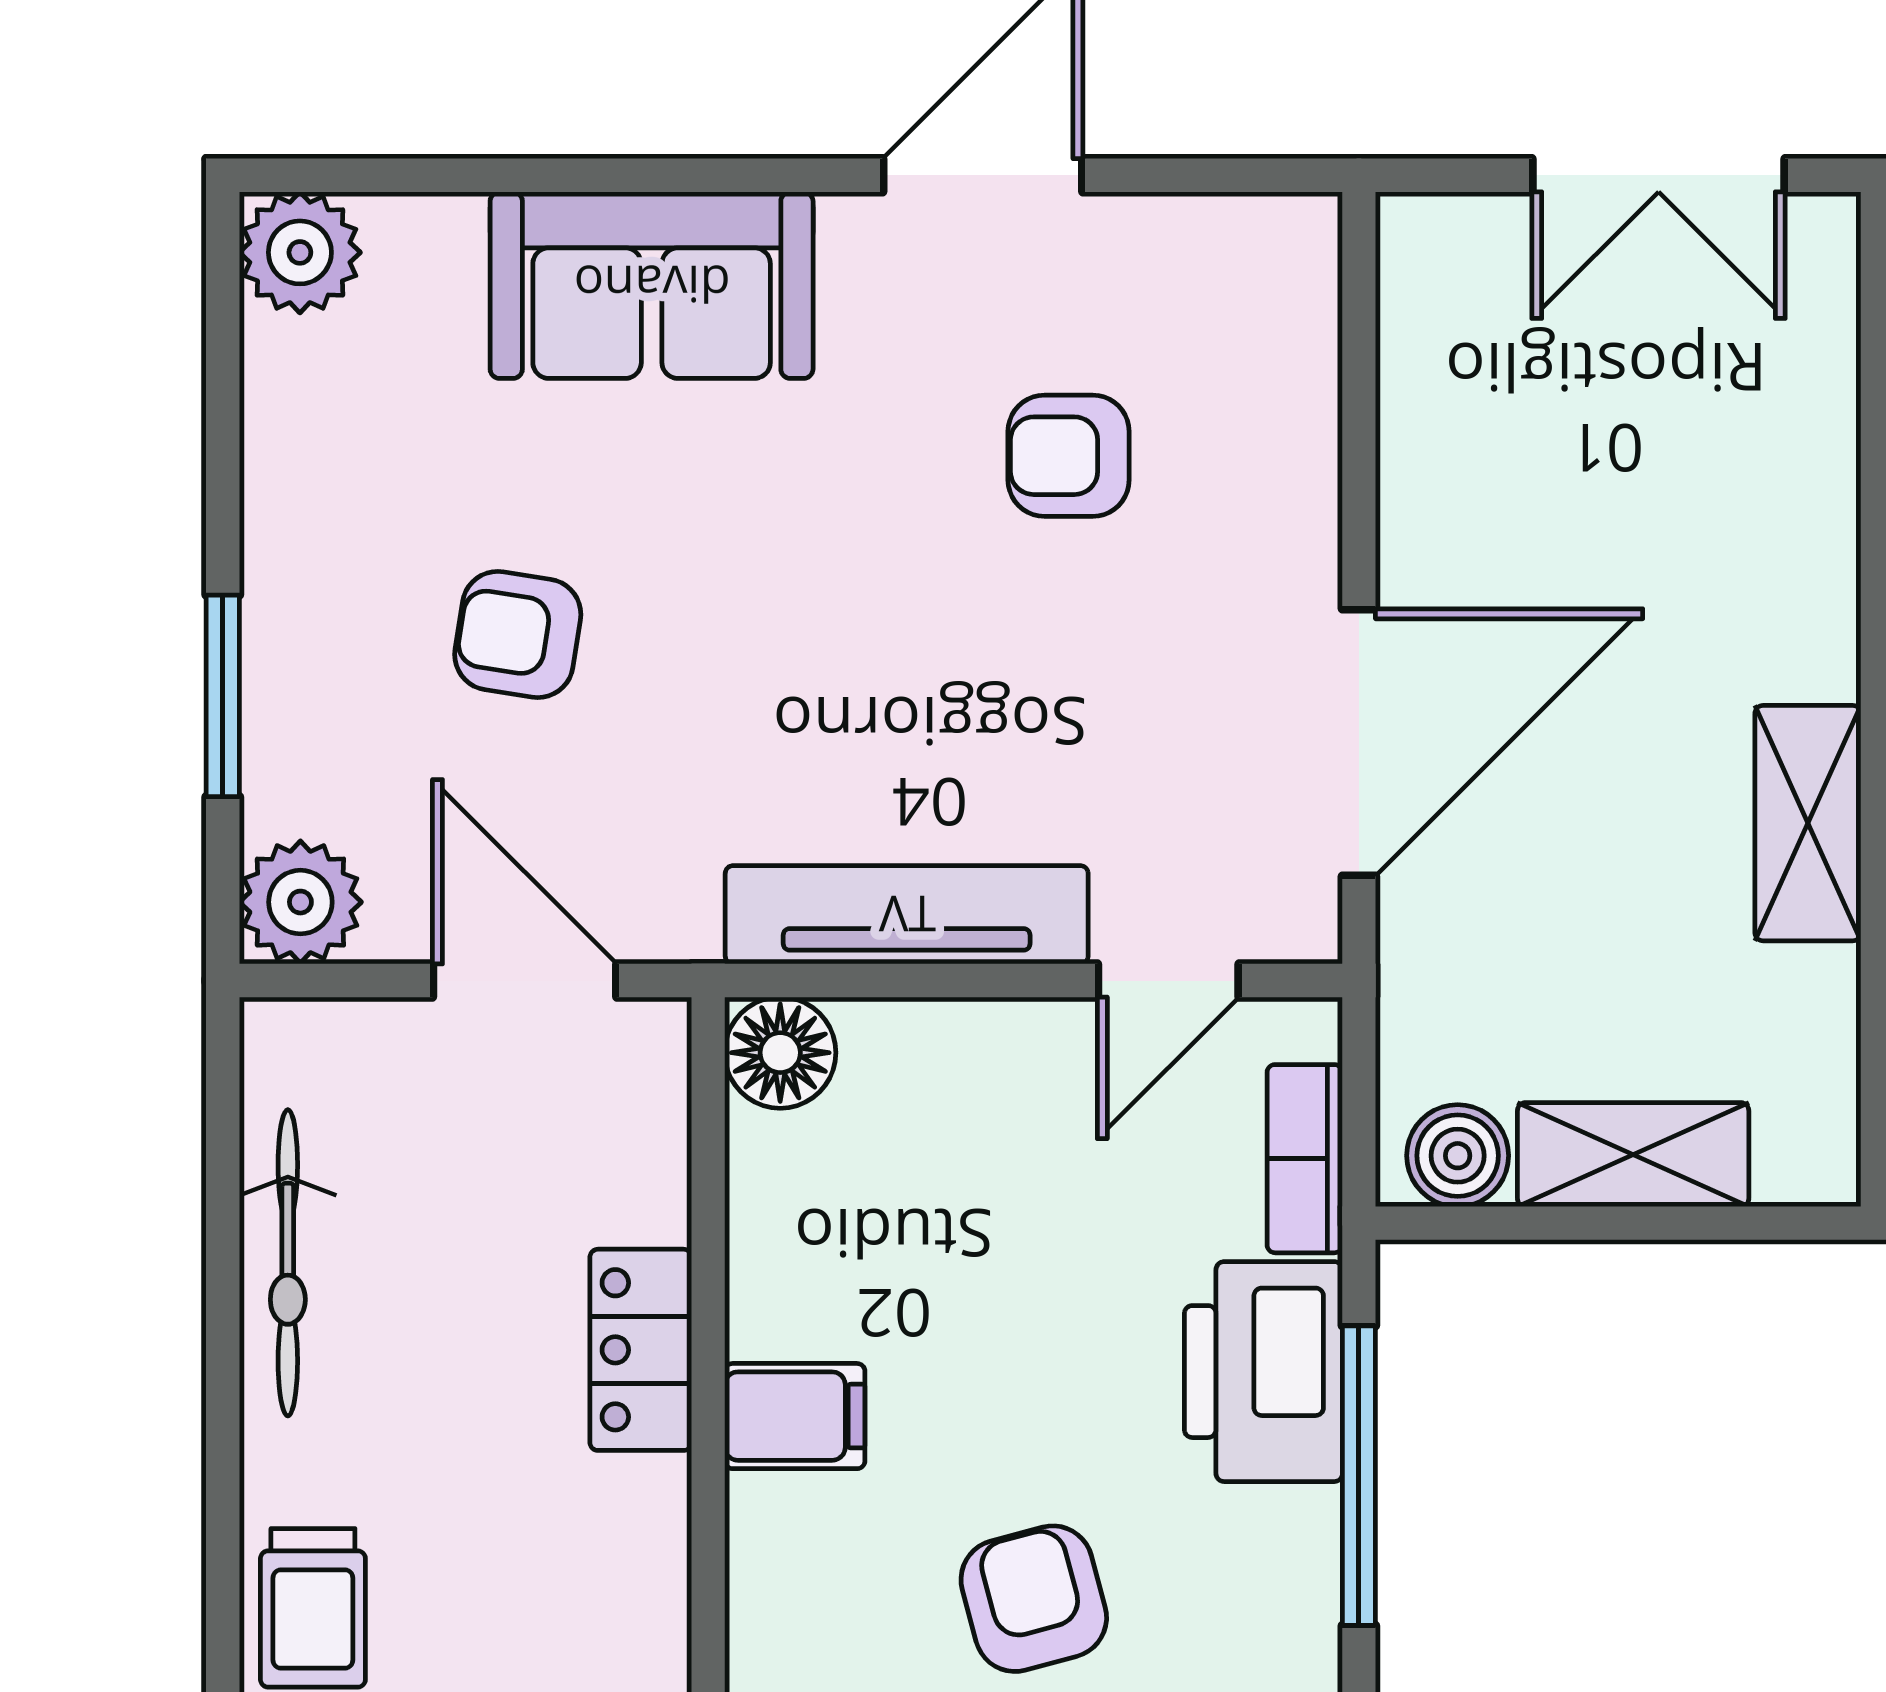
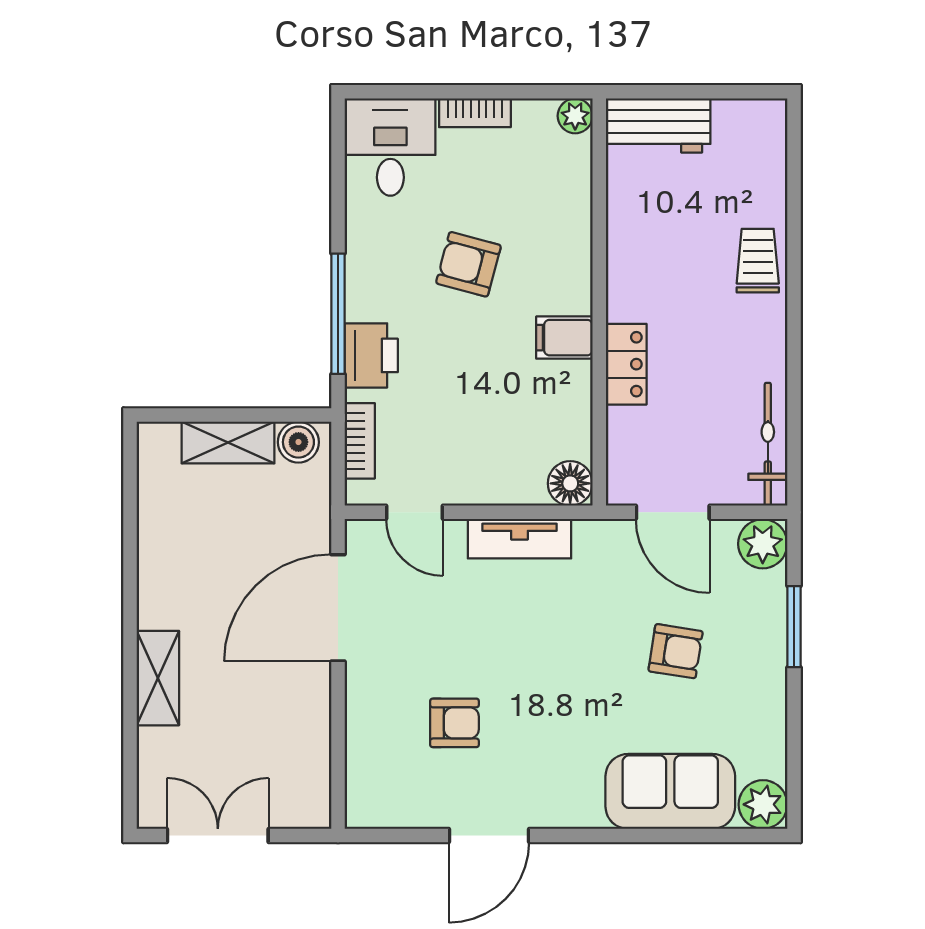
sofa: (652, 285) -> (670, 791), moved
shelving: (1808, 823) -> (158, 678), moved
tv unit: (907, 915) -> (519, 539), width x0.71
door: (1168, 981) -> (415, 512), swing flipped
bicycle: (288, 1263) -> (768, 444), moved
printer: (1263, 1372) -> (371, 355), width x0.73, depth x0.84
armchair: (1034, 1599) -> (468, 264), turned 120

